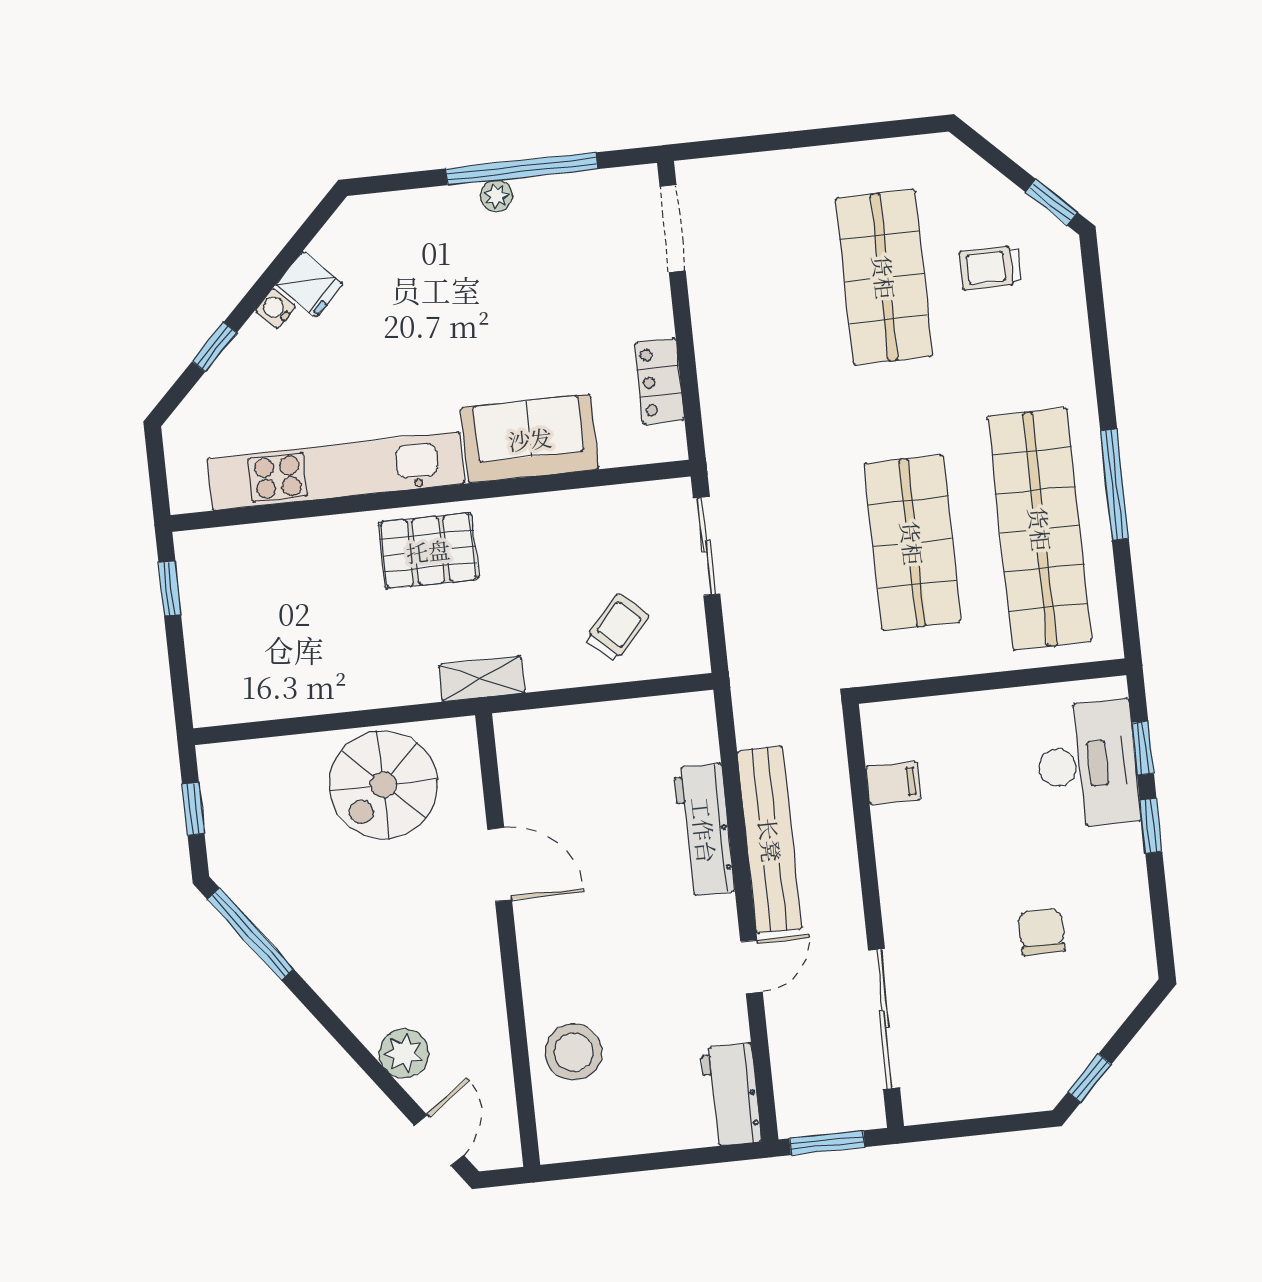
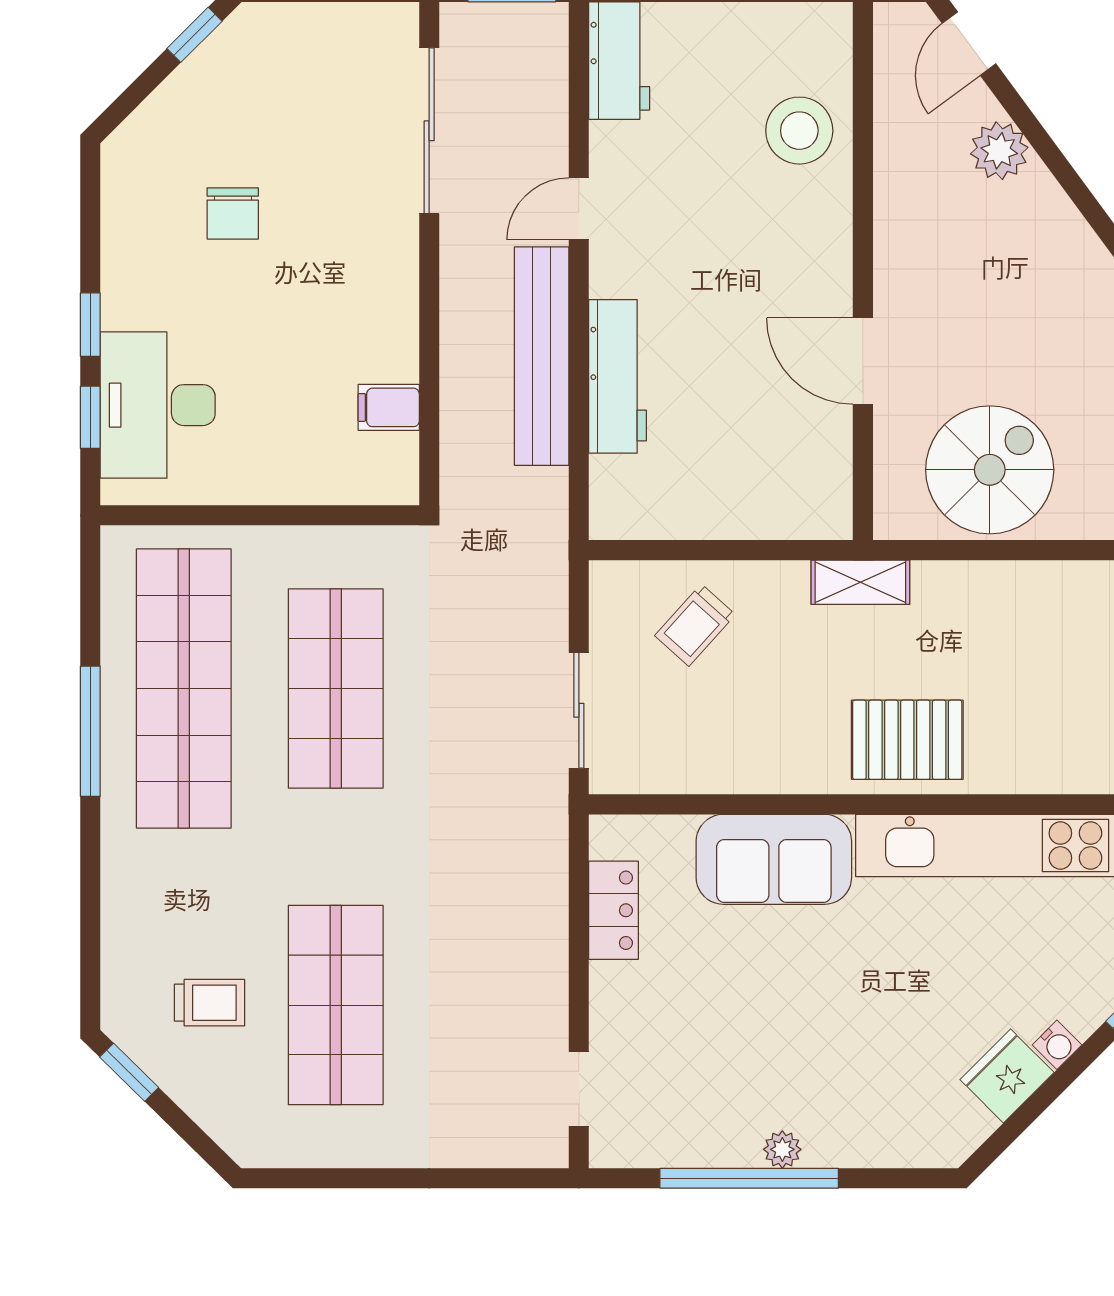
doorway: (673, 229) -> (579, 1089), width x0.73
fridge: (309, 284) -> (1007, 1076), width x1.38

